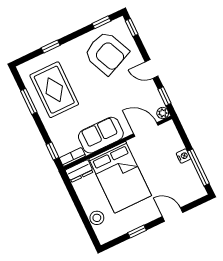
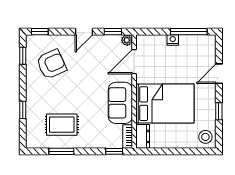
armchair: (106, 53) -> (51, 64), width x0.73, depth x0.73
rug: (54, 90) -> (62, 125), width x0.73, depth x0.70
stool: (97, 218) -> (205, 137), moved

